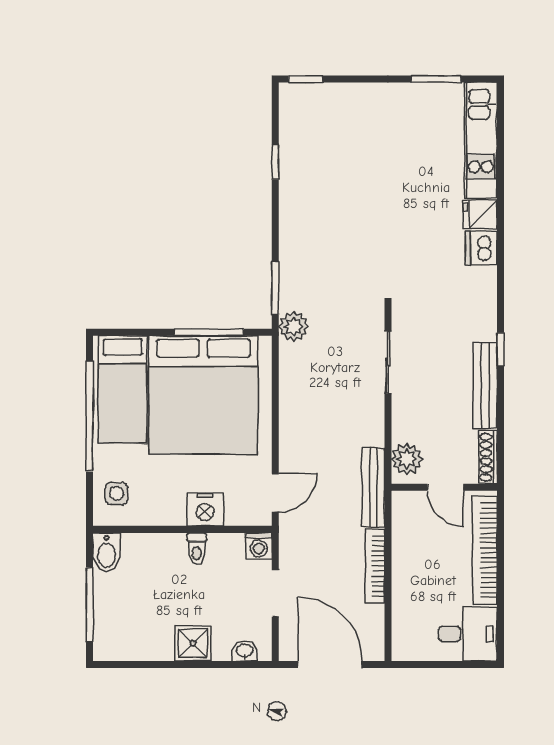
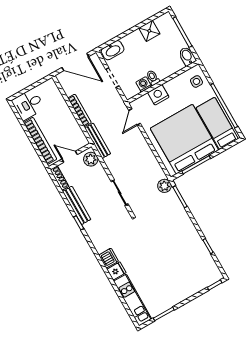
washing machine: (259, 546) -> (144, 84), moved
shower: (193, 643) -> (149, 31), moved
washbasin: (245, 651) -> (113, 50), width x1.91, depth x1.45

